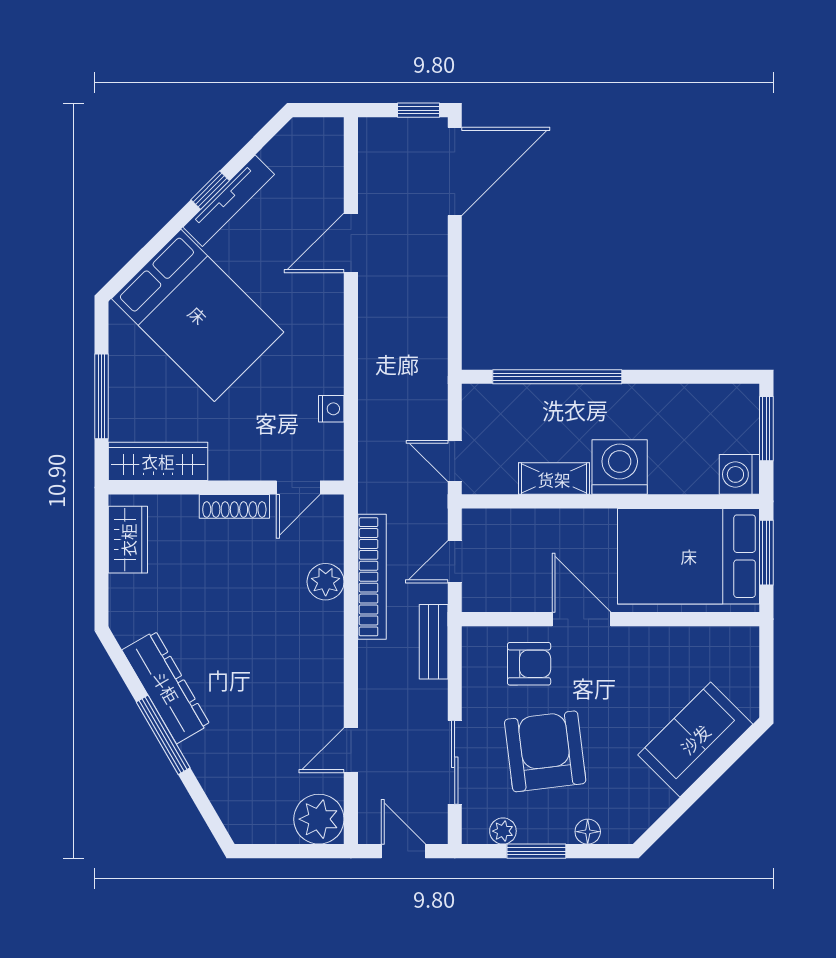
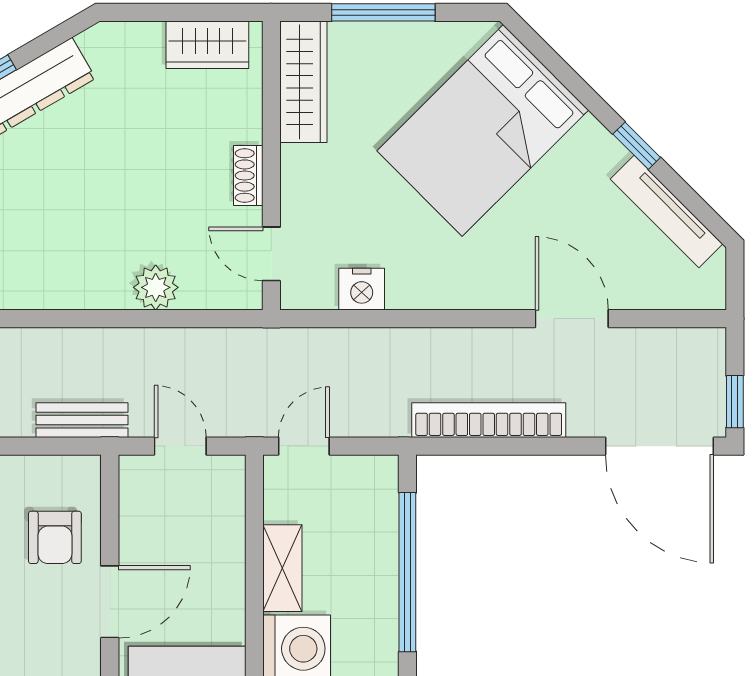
tv unit: (229, 201) -> (666, 212), moved
nightstand: (331, 409) -> (362, 289), width x1.39, depth x1.35
shoe rack: (234, 506) -> (248, 176), width x0.70
bookcase: (372, 577) -> (489, 420), moved, turned 180

